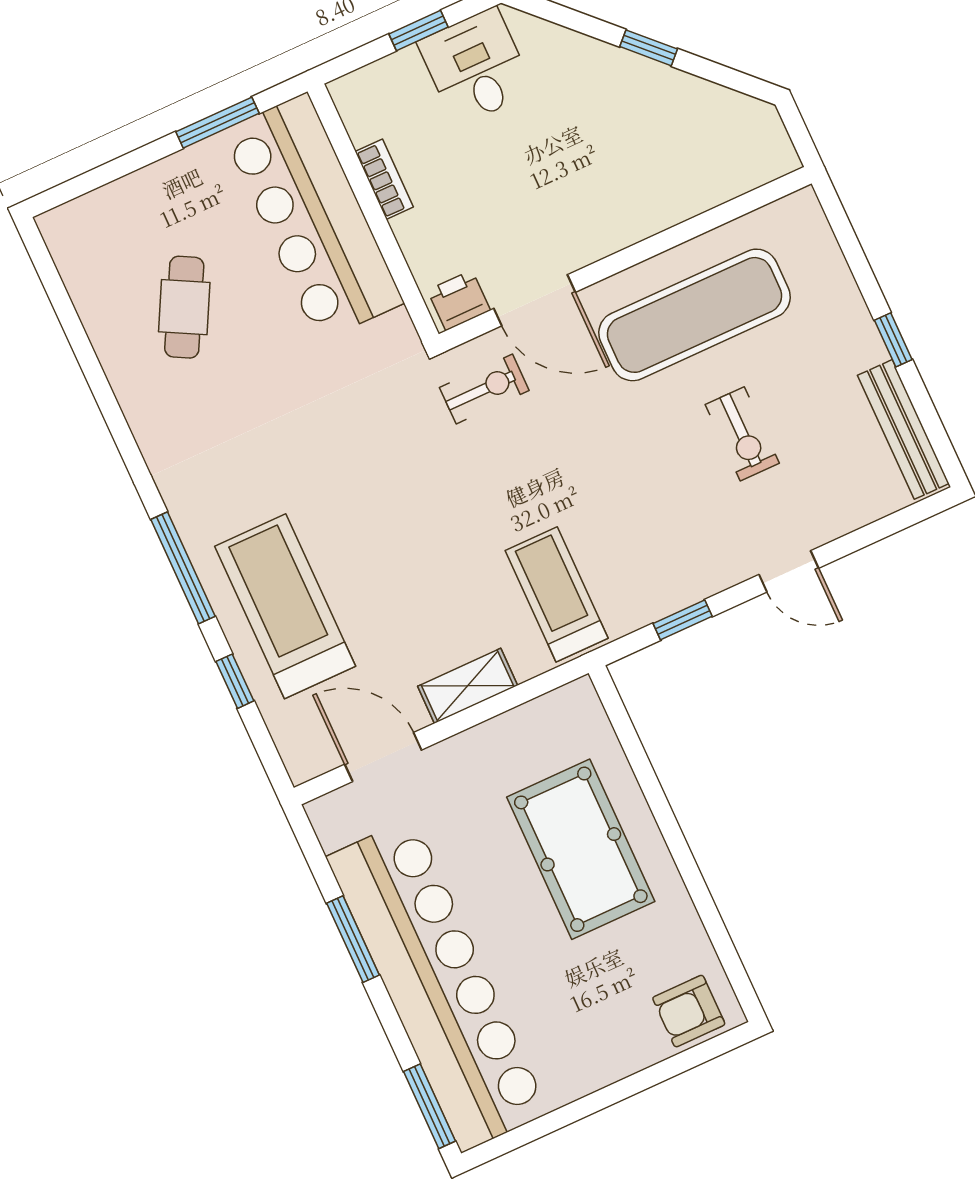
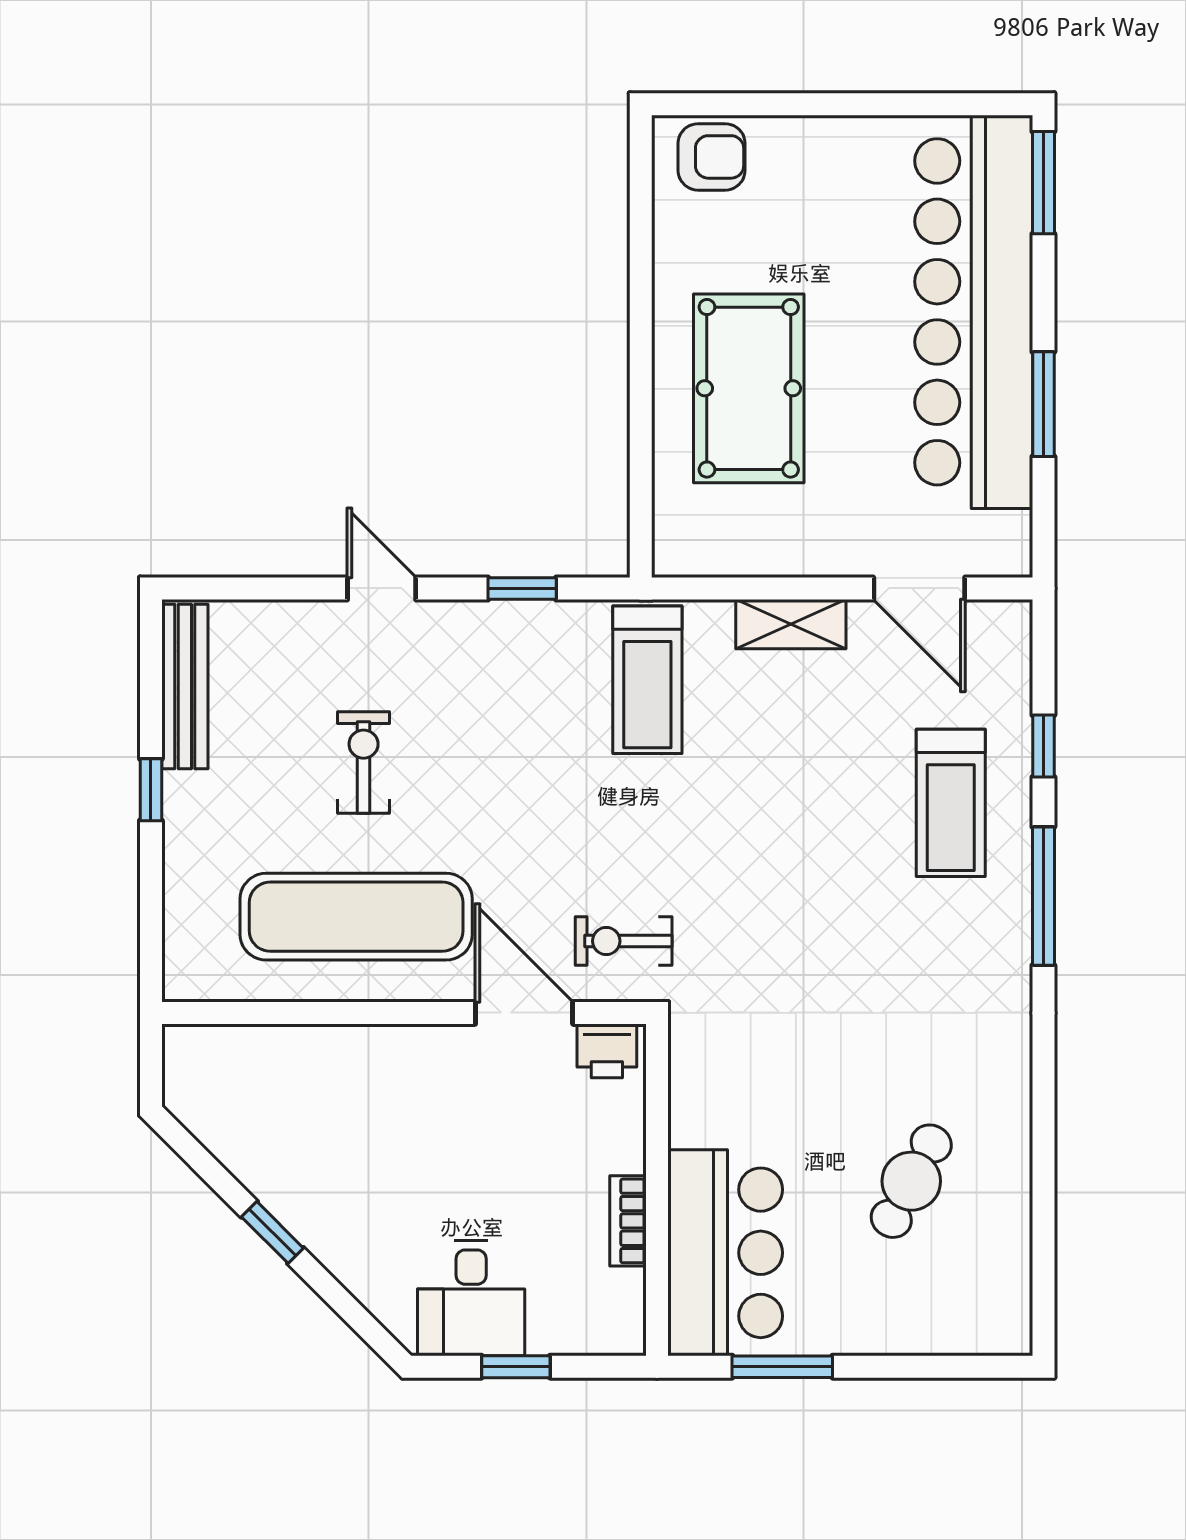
bar counter: (313, 217) -> (725, 1253), width x0.73
treadmill: (285, 606) -> (951, 803), width x0.73, depth x0.73

